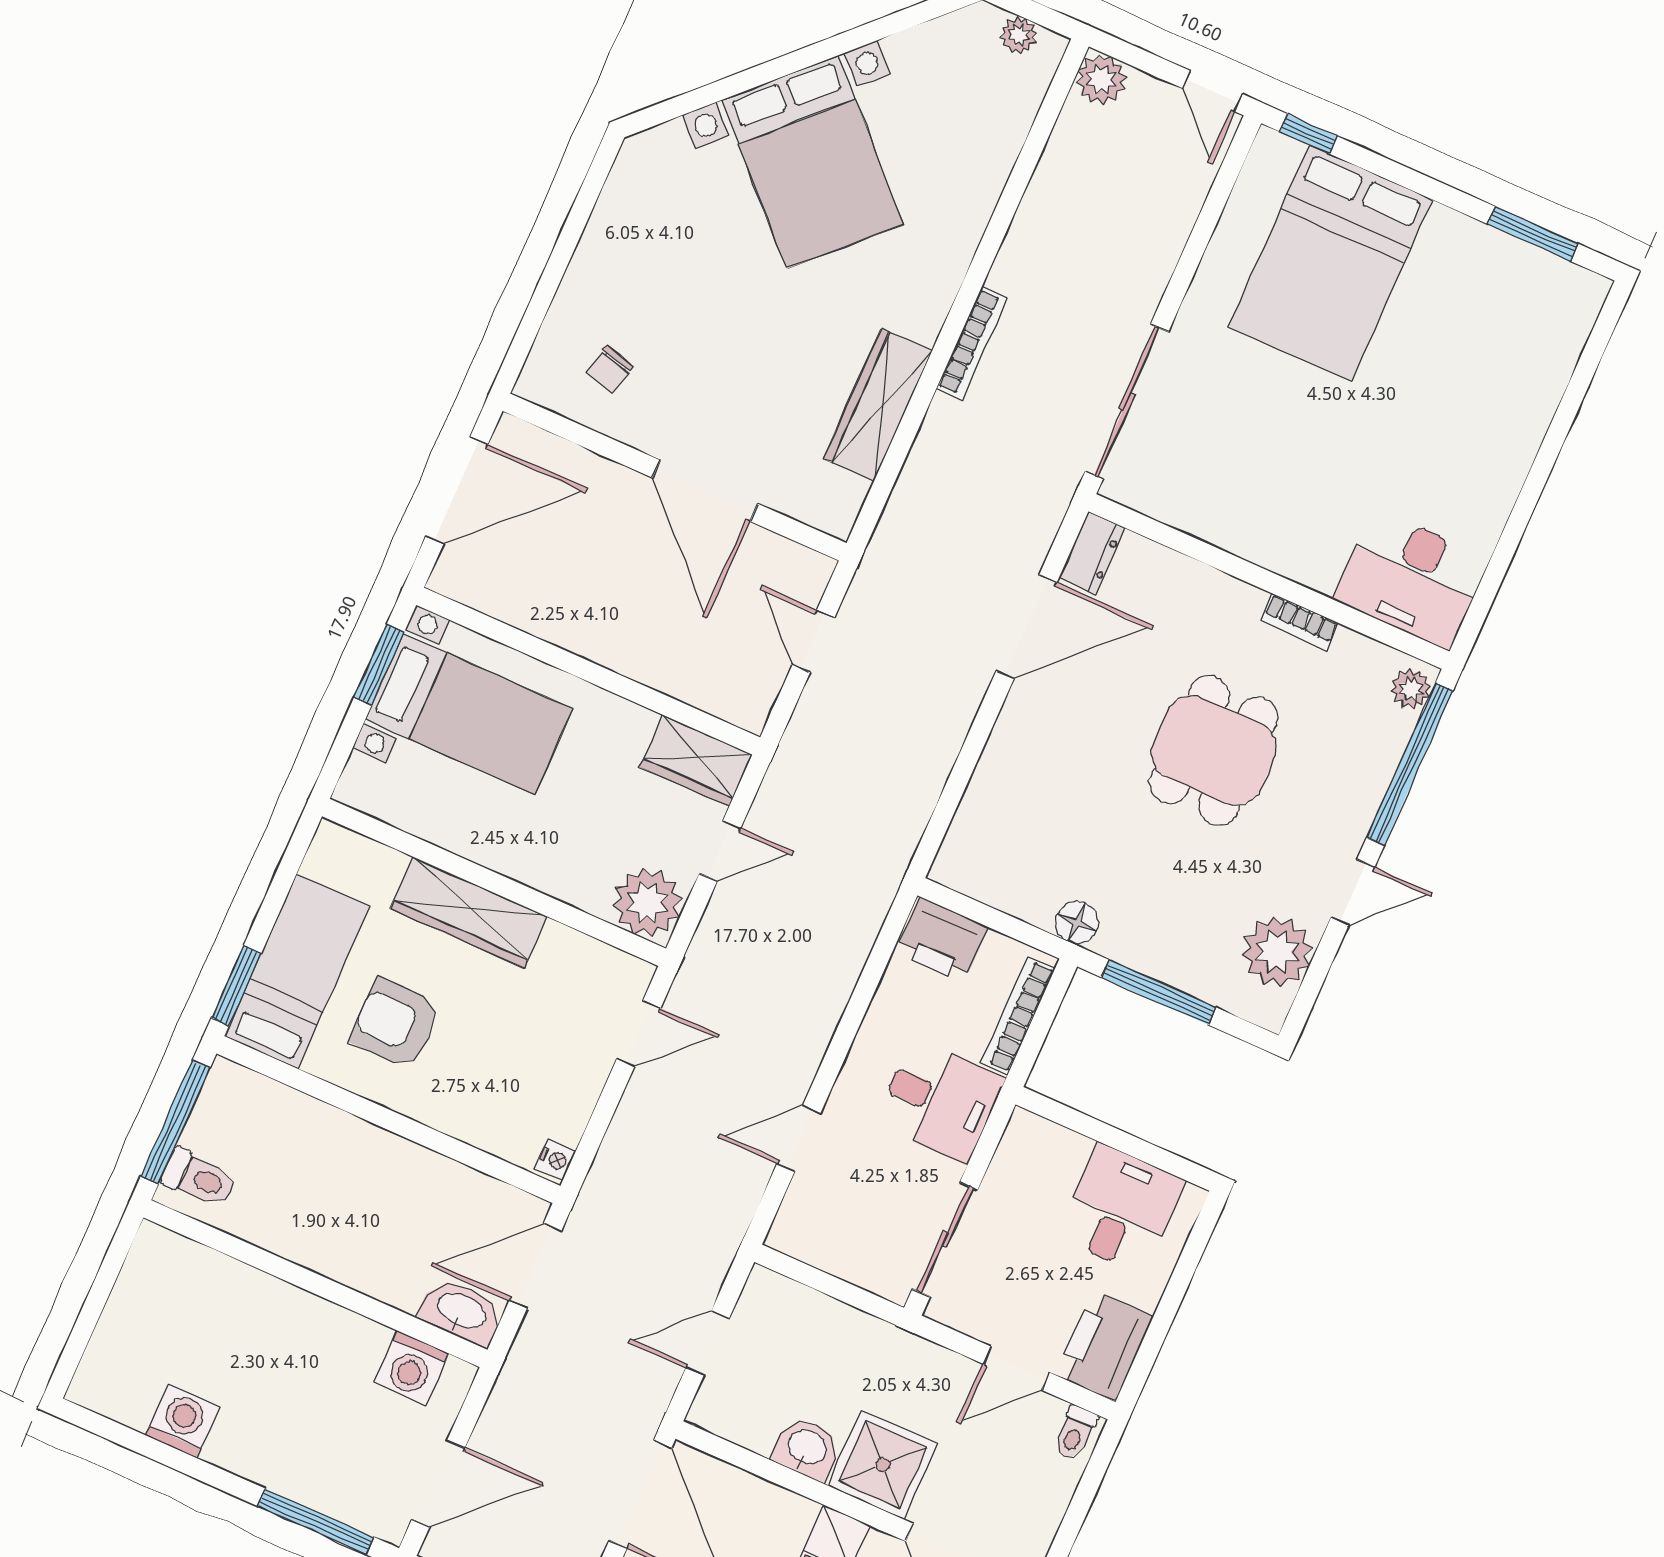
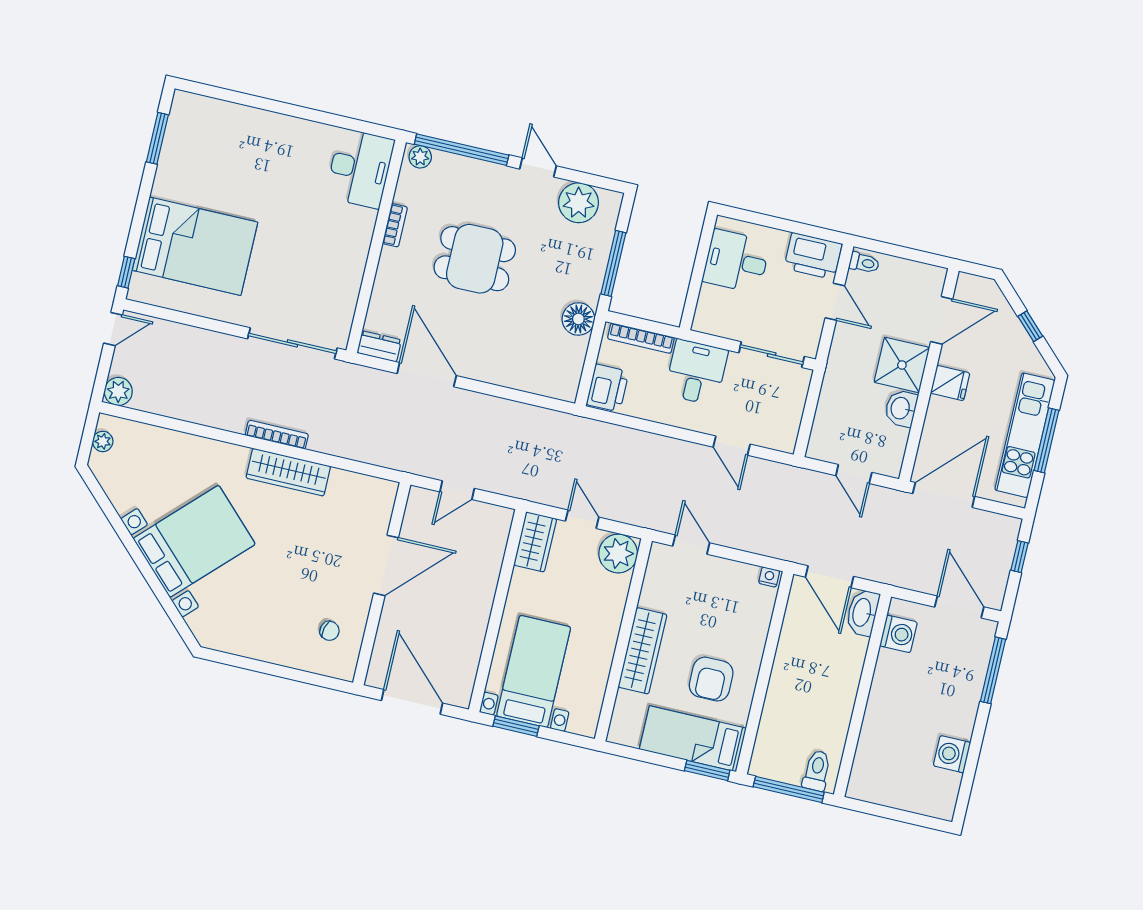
wardrobe: (878, 405) -> (288, 472), moved
floor lamp: (1077, 922) -> (578, 319), width x1.38, depth x1.38

